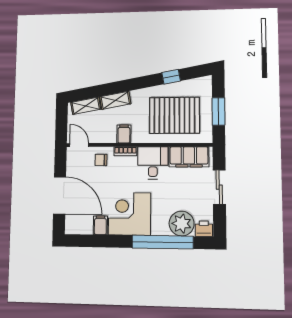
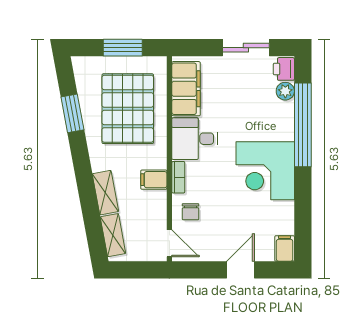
window: (171, 77) -> (72, 113), width x1.50
door: (79, 145) -> (169, 243), swing flipped
sliding door: (219, 187) -> (246, 48), moved
door: (60, 195) -> (241, 270), width x0.53
plant: (182, 224) -> (285, 91), width x0.53, depth x0.53
filing cabinet: (100, 225) -> (285, 248), moved, turned 90

